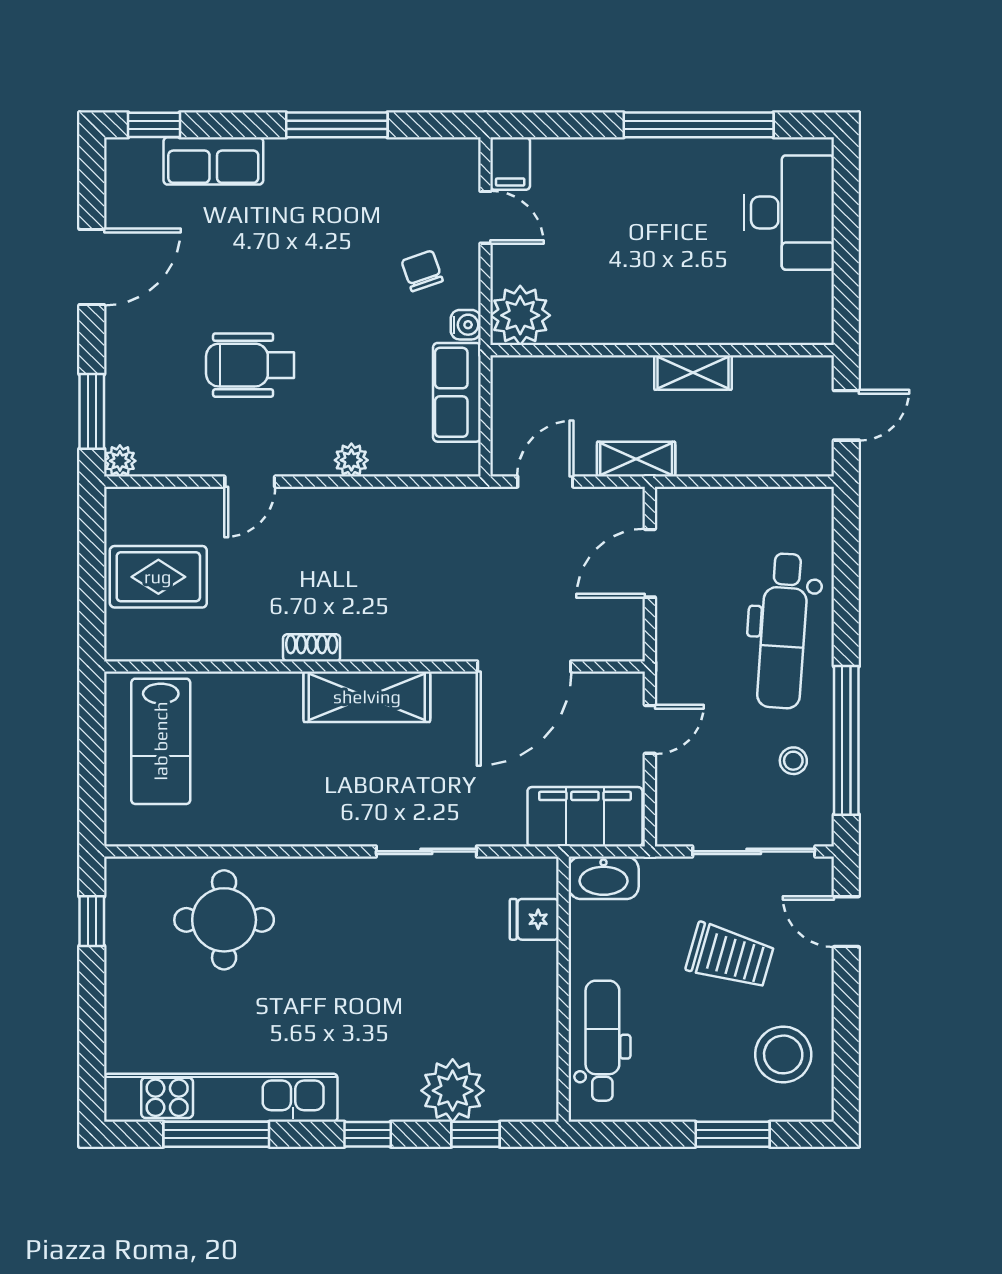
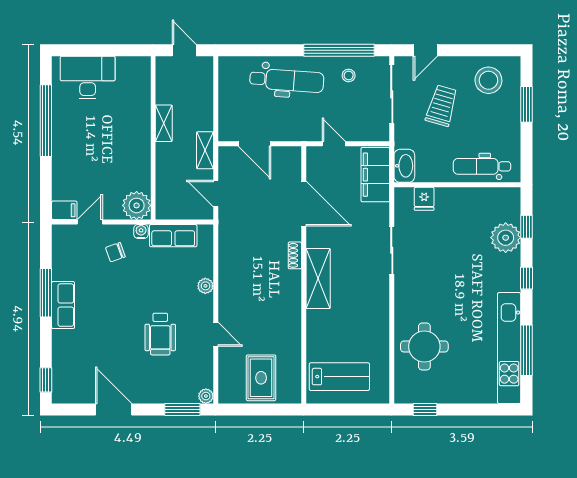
row of seats: (213, 161) -> (63, 305), moved
shoe rack: (312, 648) -> (295, 255), moved

